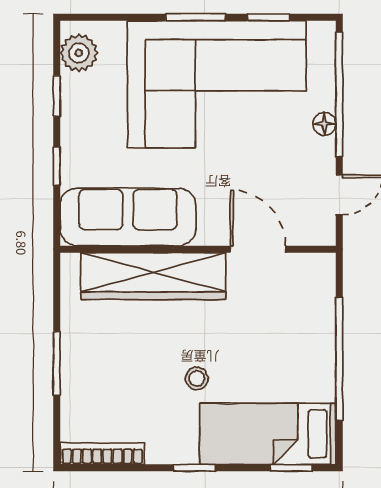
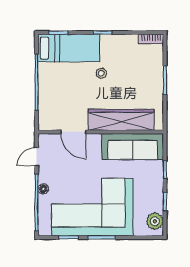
bookcase: (102, 454) -> (151, 39), width x0.64

